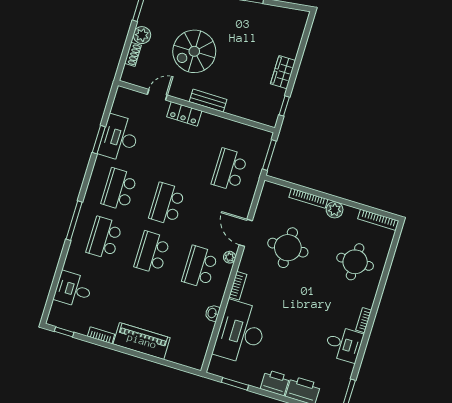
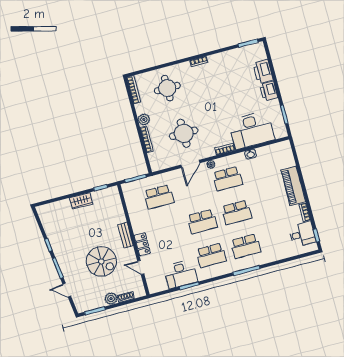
desk: (73, 289) -> (302, 234), moved, turned -90
desk: (344, 344) -> (220, 64), removed

